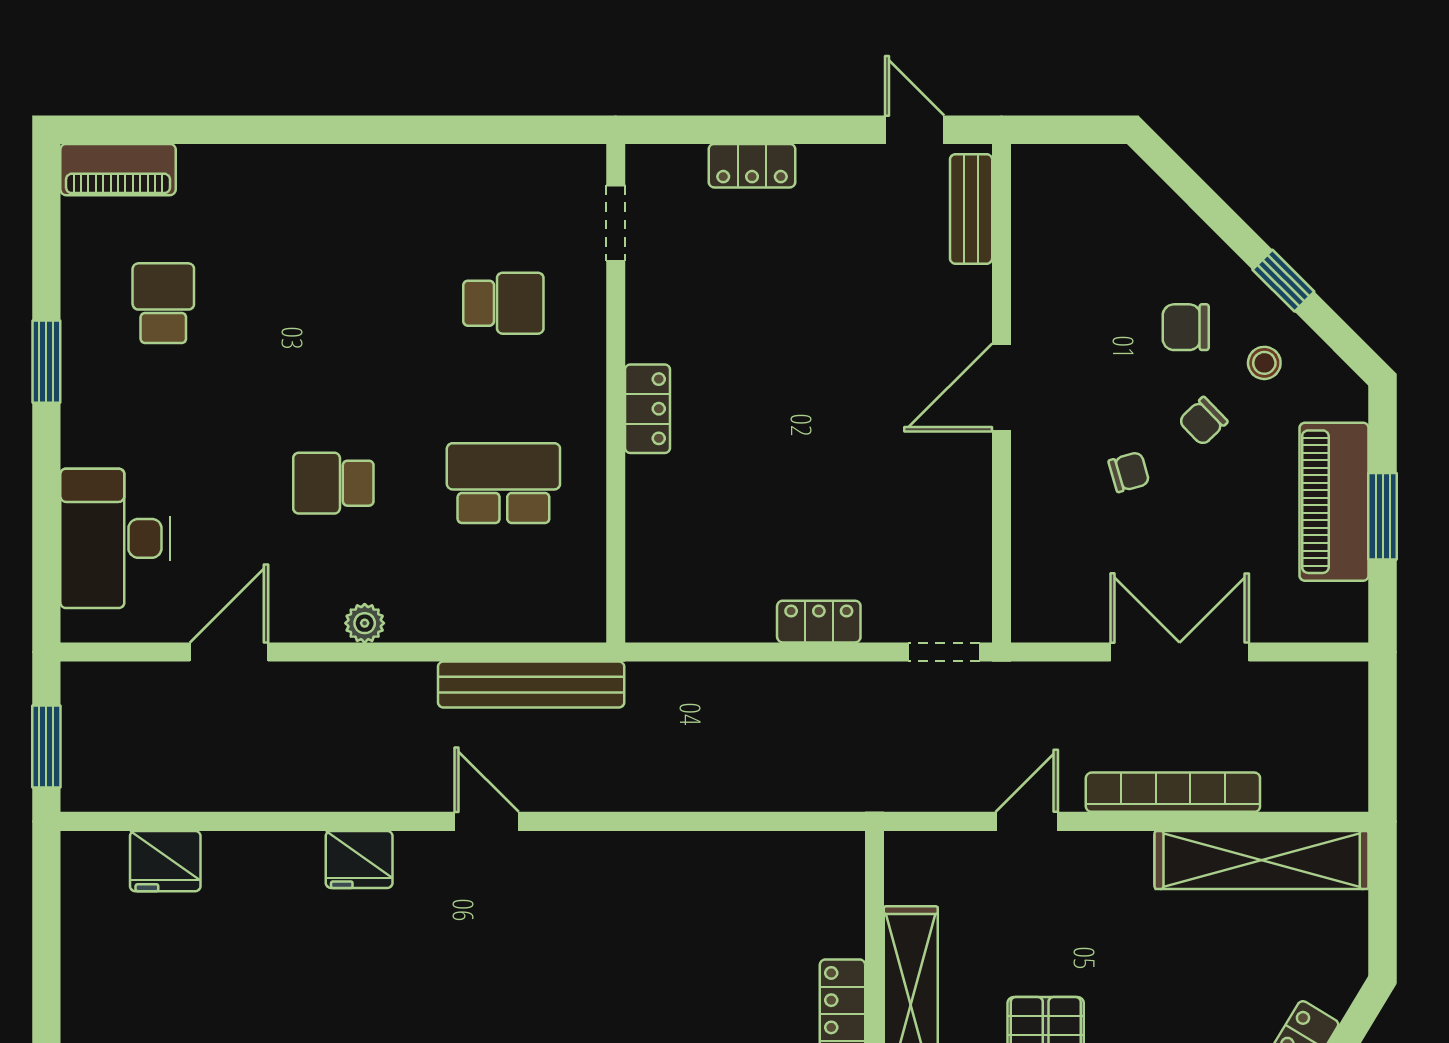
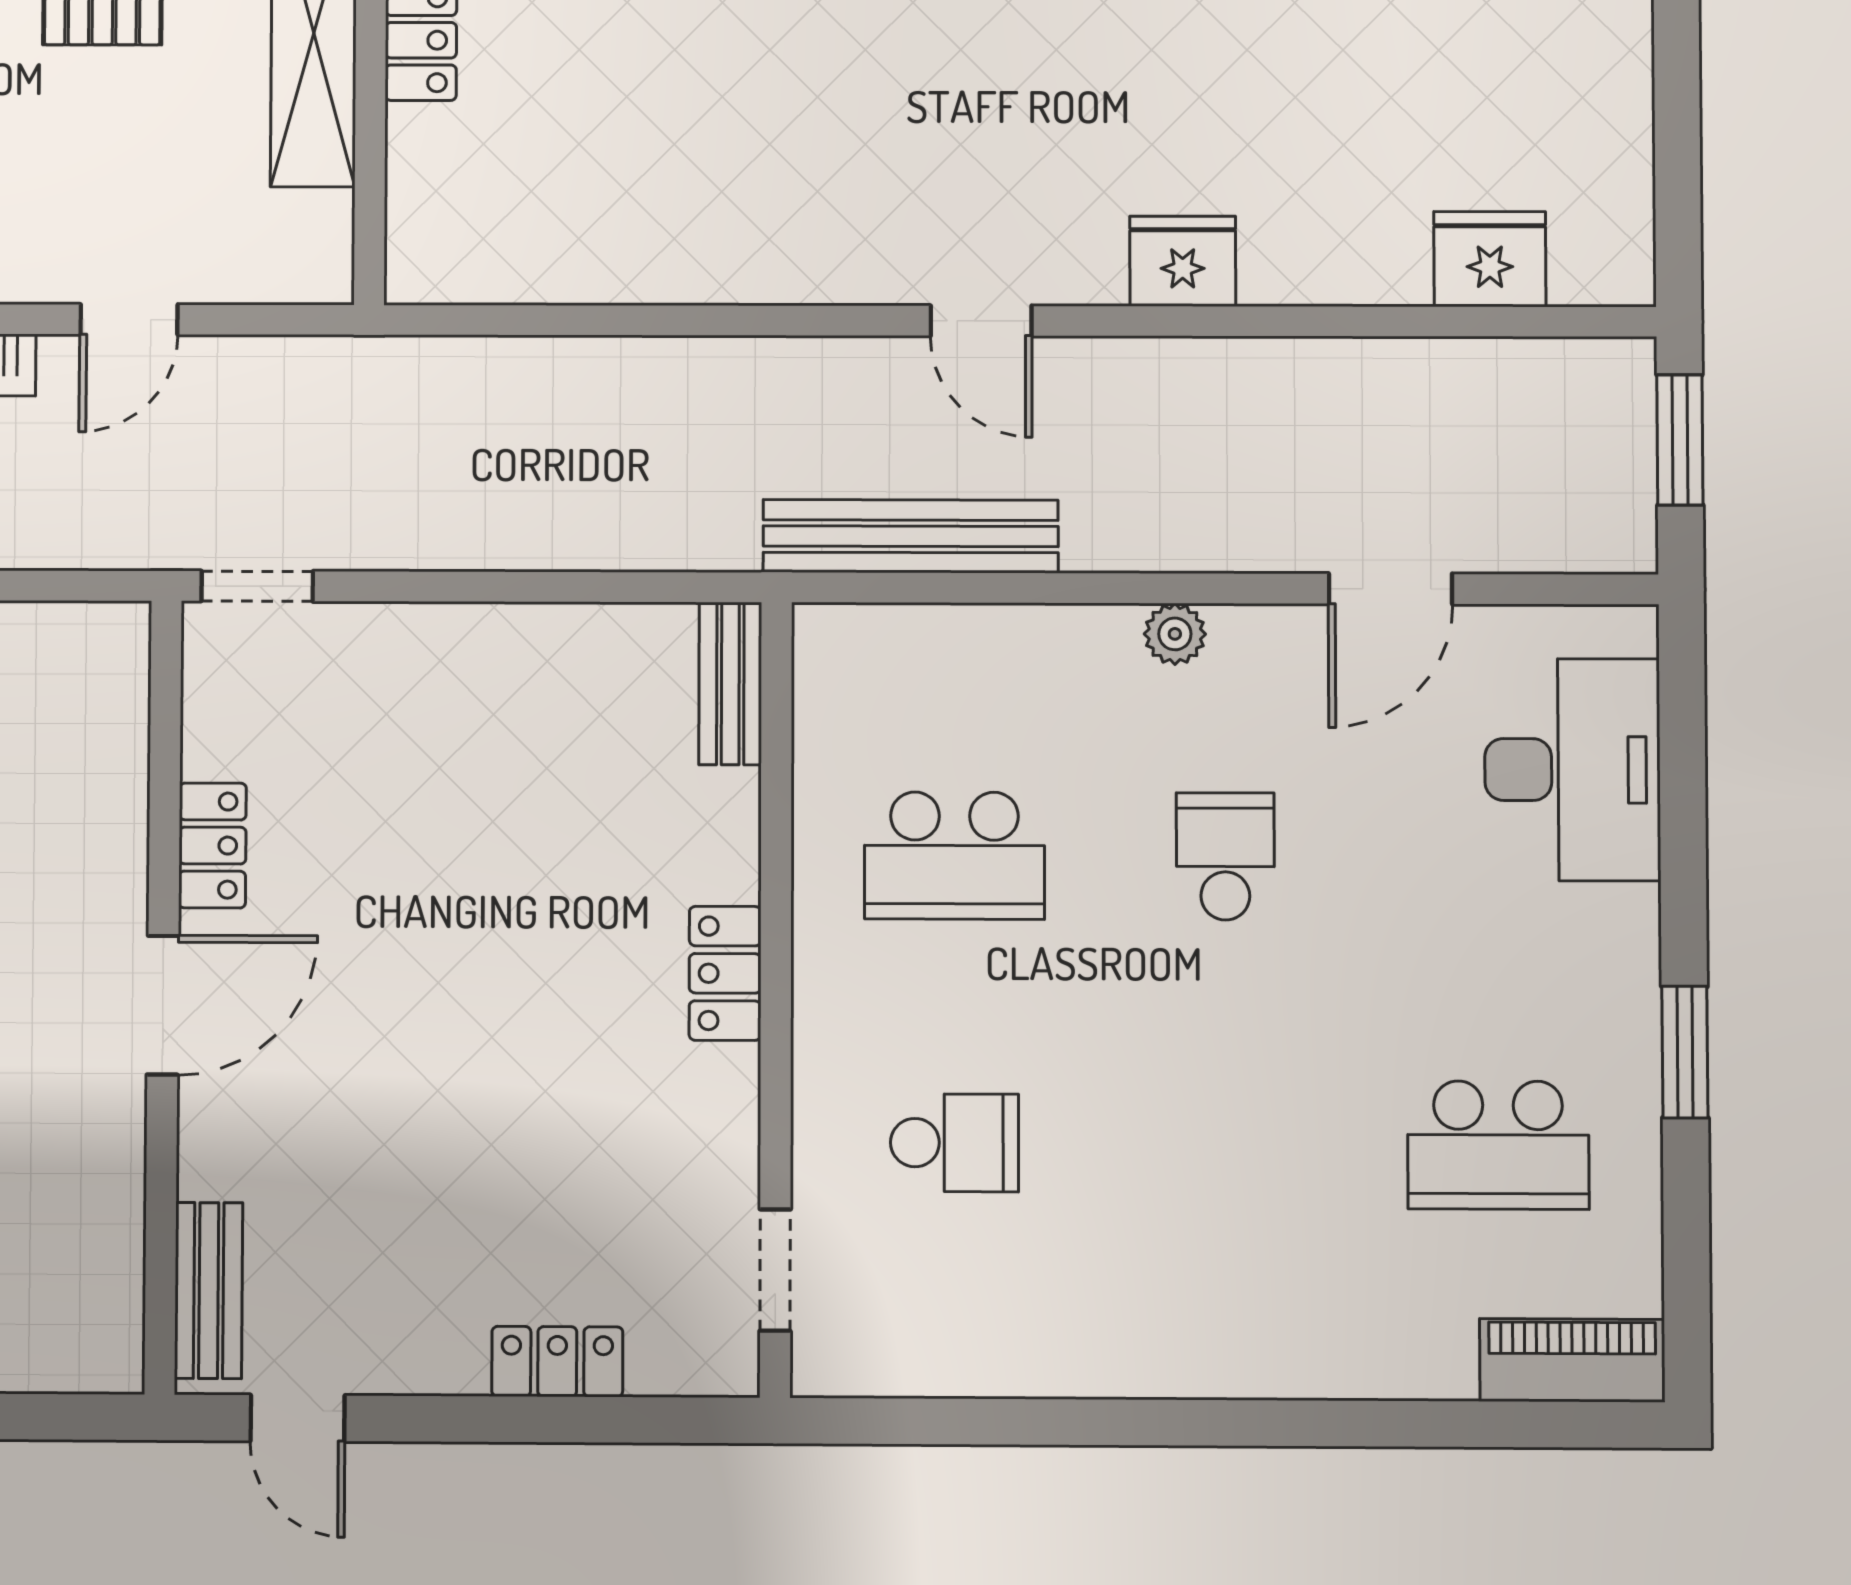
school desk: (163, 303) -> (1498, 1145), width x1.85
school desk: (503, 303) -> (954, 1143), turned 180
school desk: (333, 483) -> (1225, 856), turned -90
bench: (645, 591) -> (730, 683), added
locker: (819, 622) -> (212, 846), moved, turned -90

